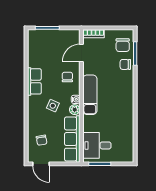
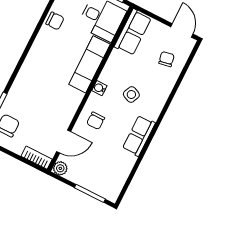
chair: (125, 64) -> (55, 21), moved
exam couch: (90, 95) -> (89, 64), moved
plant: (75, 110) -> (60, 168), moved
row of seats: (72, 139) -> (133, 32), width x0.68

